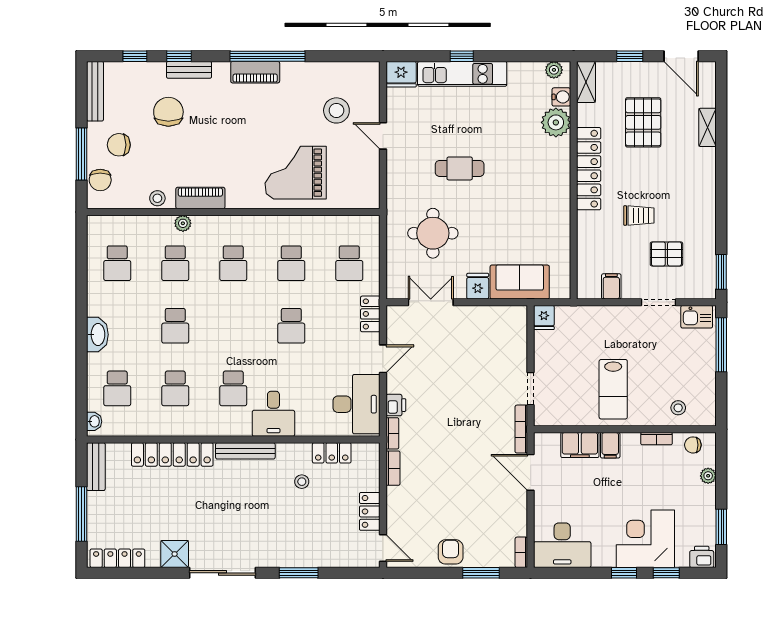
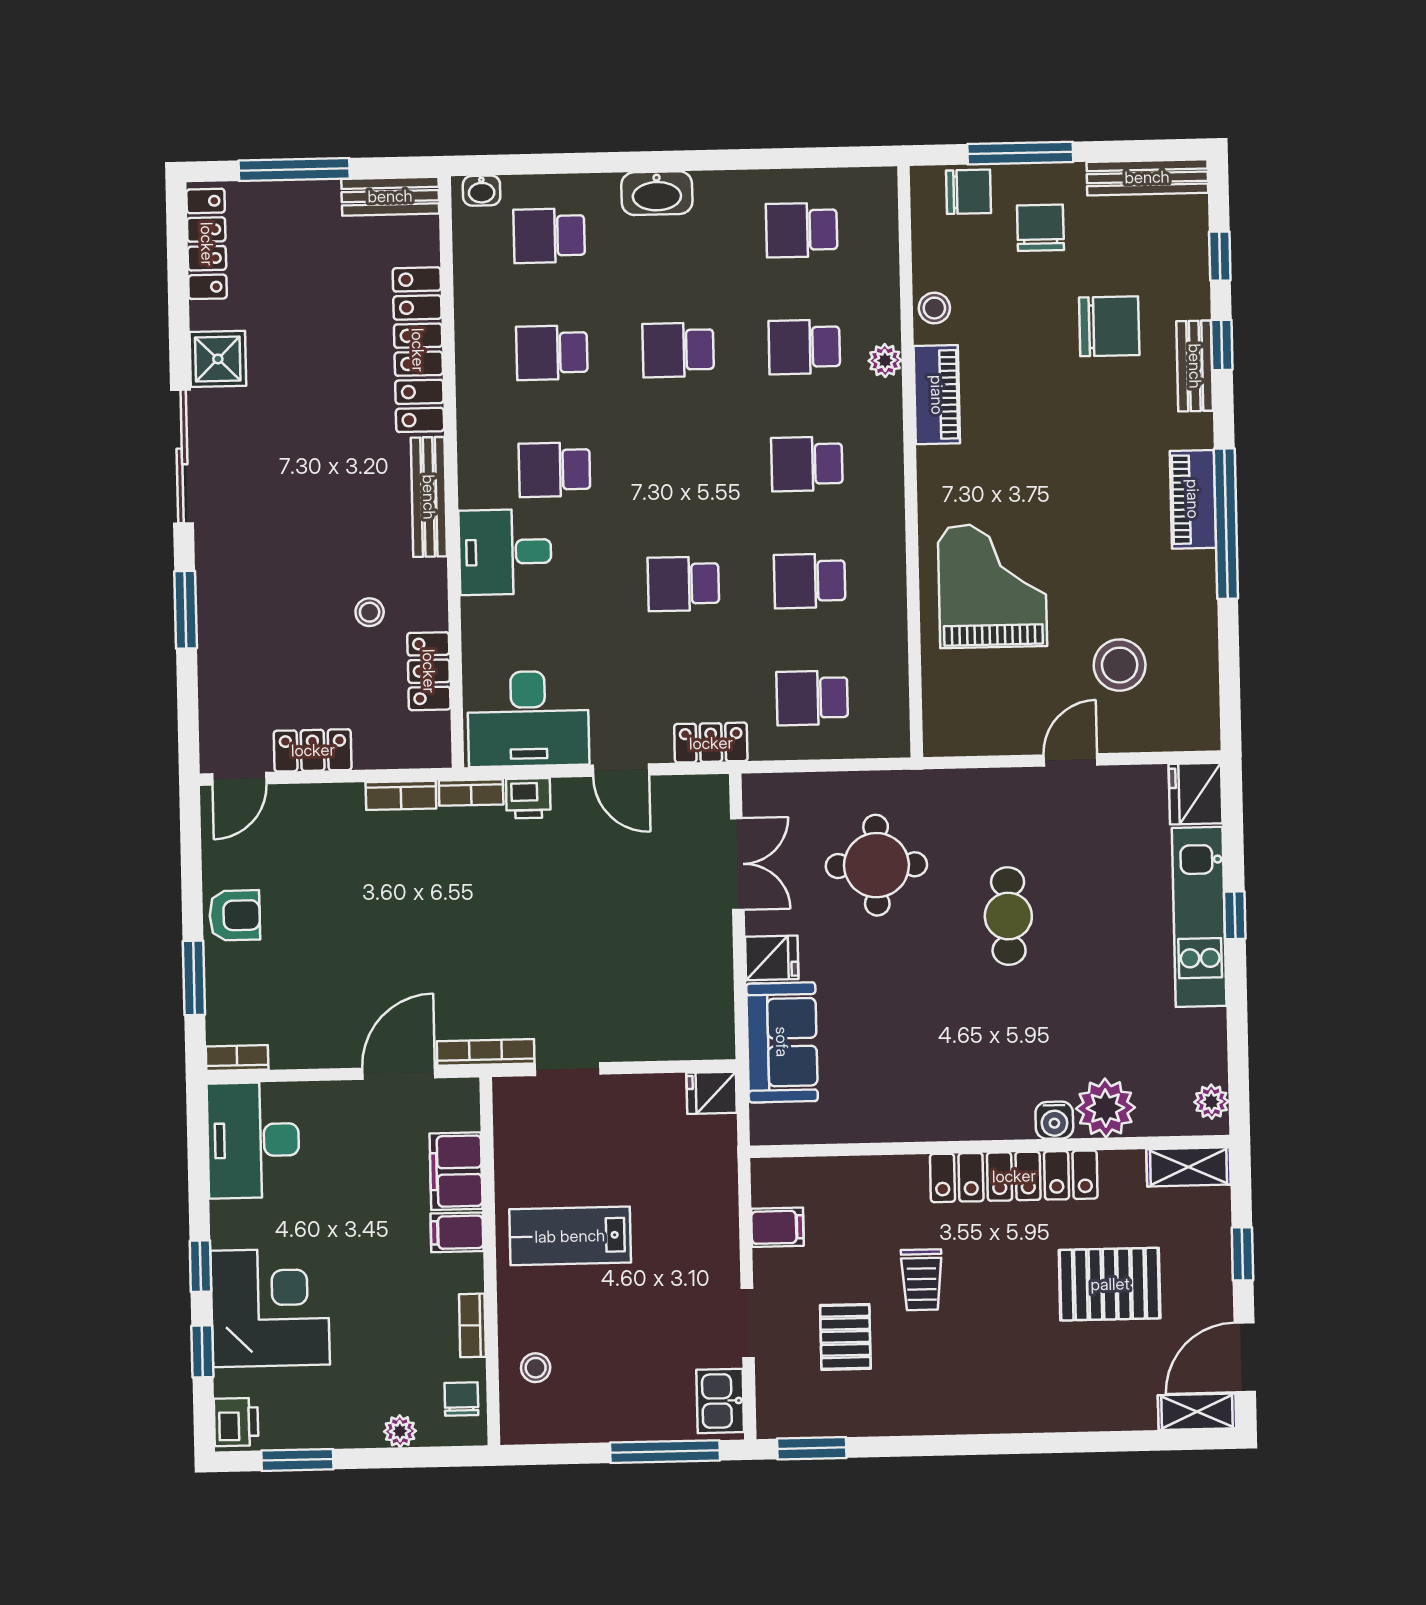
water cooler: (561, 97) -> (1054, 1120), moved
shelving: (707, 127) -> (1197, 1412), moved
chair: (100, 180) -> (968, 192), turned 180

